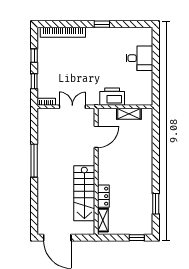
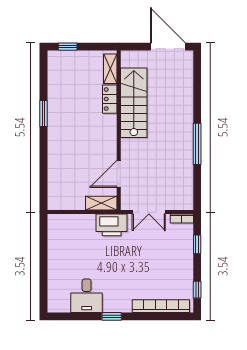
window: (34, 56) -> (197, 290), moved
desk: (139, 58) -> (87, 296), moved, turned -90
printer: (112, 97) -> (112, 225), moved
shelving: (129, 114) -> (101, 203), moved
window: (156, 204) -> (44, 114), moved

